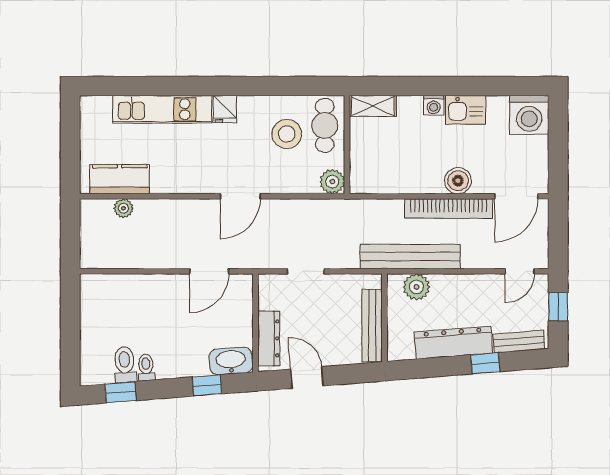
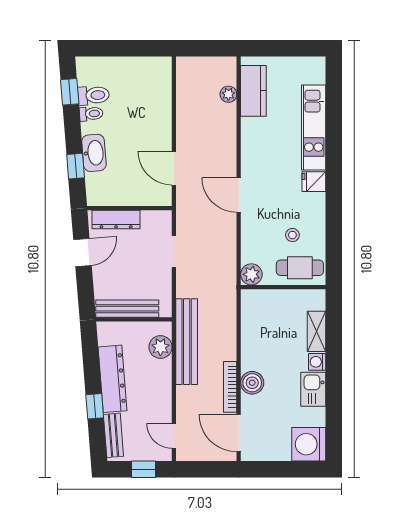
shelving: (373, 106) -> (317, 331), moved
stool: (287, 134) -> (292, 235), width x0.53, depth x0.53
bookcase: (448, 209) -> (230, 387), width x0.68, depth x0.76
washbasin: (231, 361) -> (94, 153), moved

